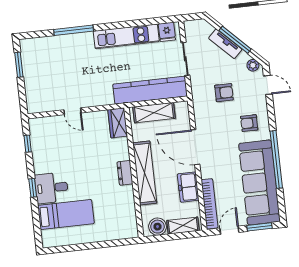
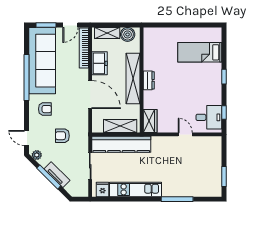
desk: (52, 188) -> (209, 117), moved

